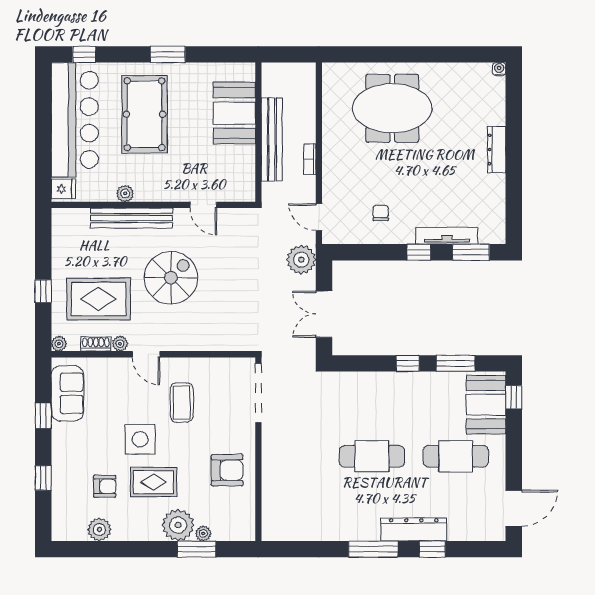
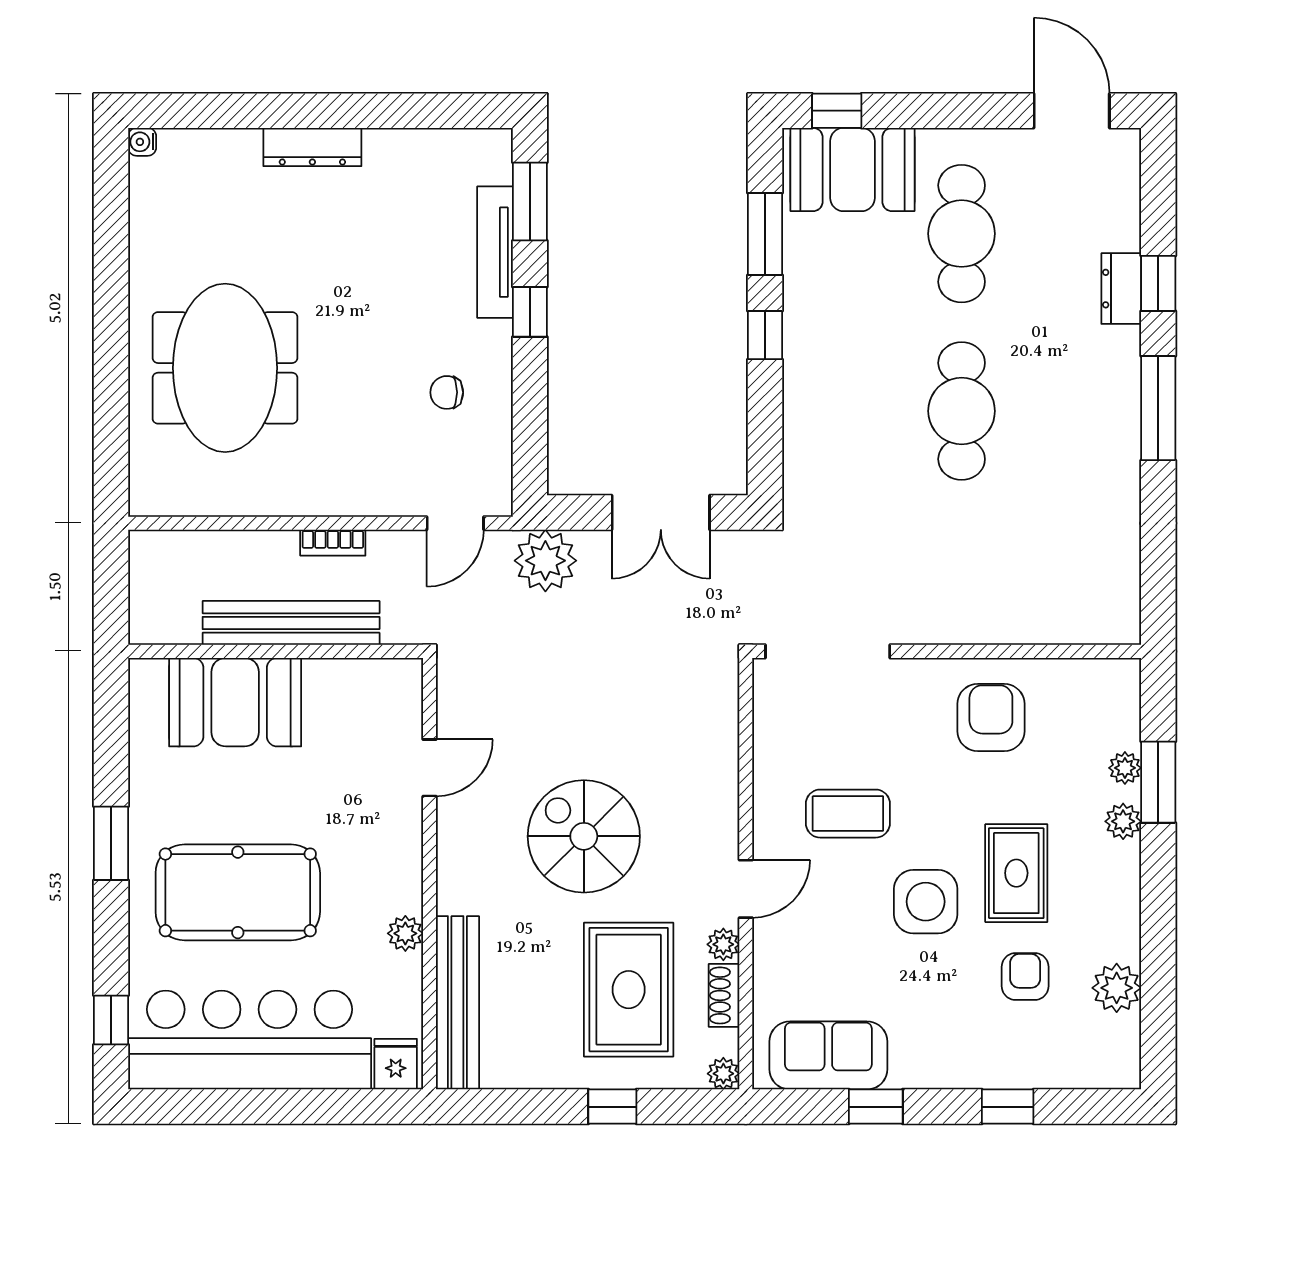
bench: (131, 218) -> (457, 1003), moved
plant: (178, 525) -> (1123, 821), width x0.53, depth x0.53
dresser: (414, 529) -> (1121, 289), width x0.51, depth x0.80

